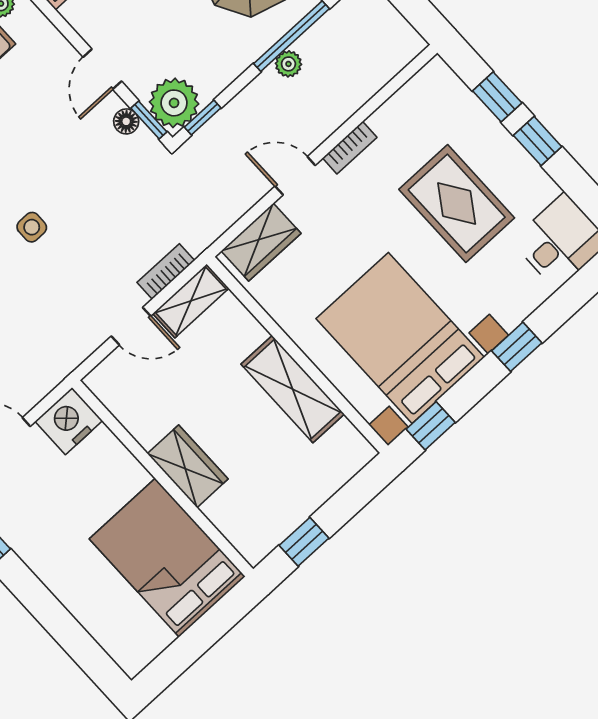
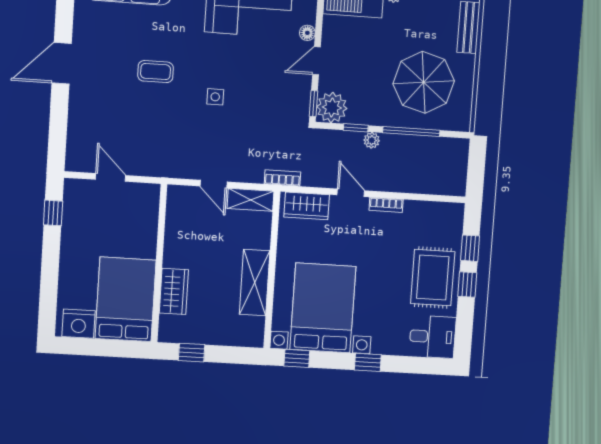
plant: (288, 64) -> (372, 140), moved
window: (203, 117) -> (356, 128), moved
floor lamp: (126, 121) -> (307, 33), moved
rug: (457, 204) -> (433, 278), moved
bookcase: (166, 271) -> (282, 178), moved
nightstand: (69, 421) -> (79, 324), moved, turned 180
wardrobe: (188, 466) -> (174, 291), moved

